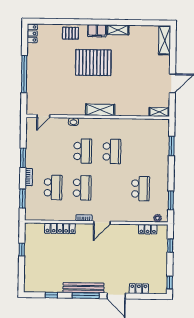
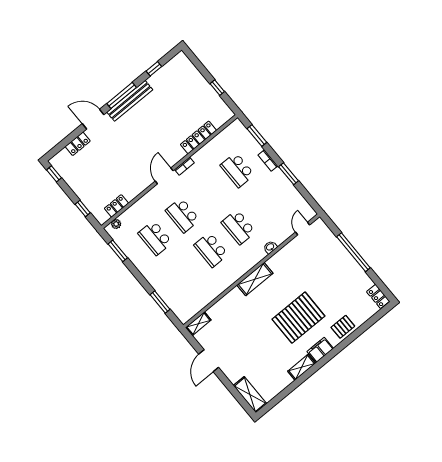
school desk: (82, 188) -> (183, 215), moved

